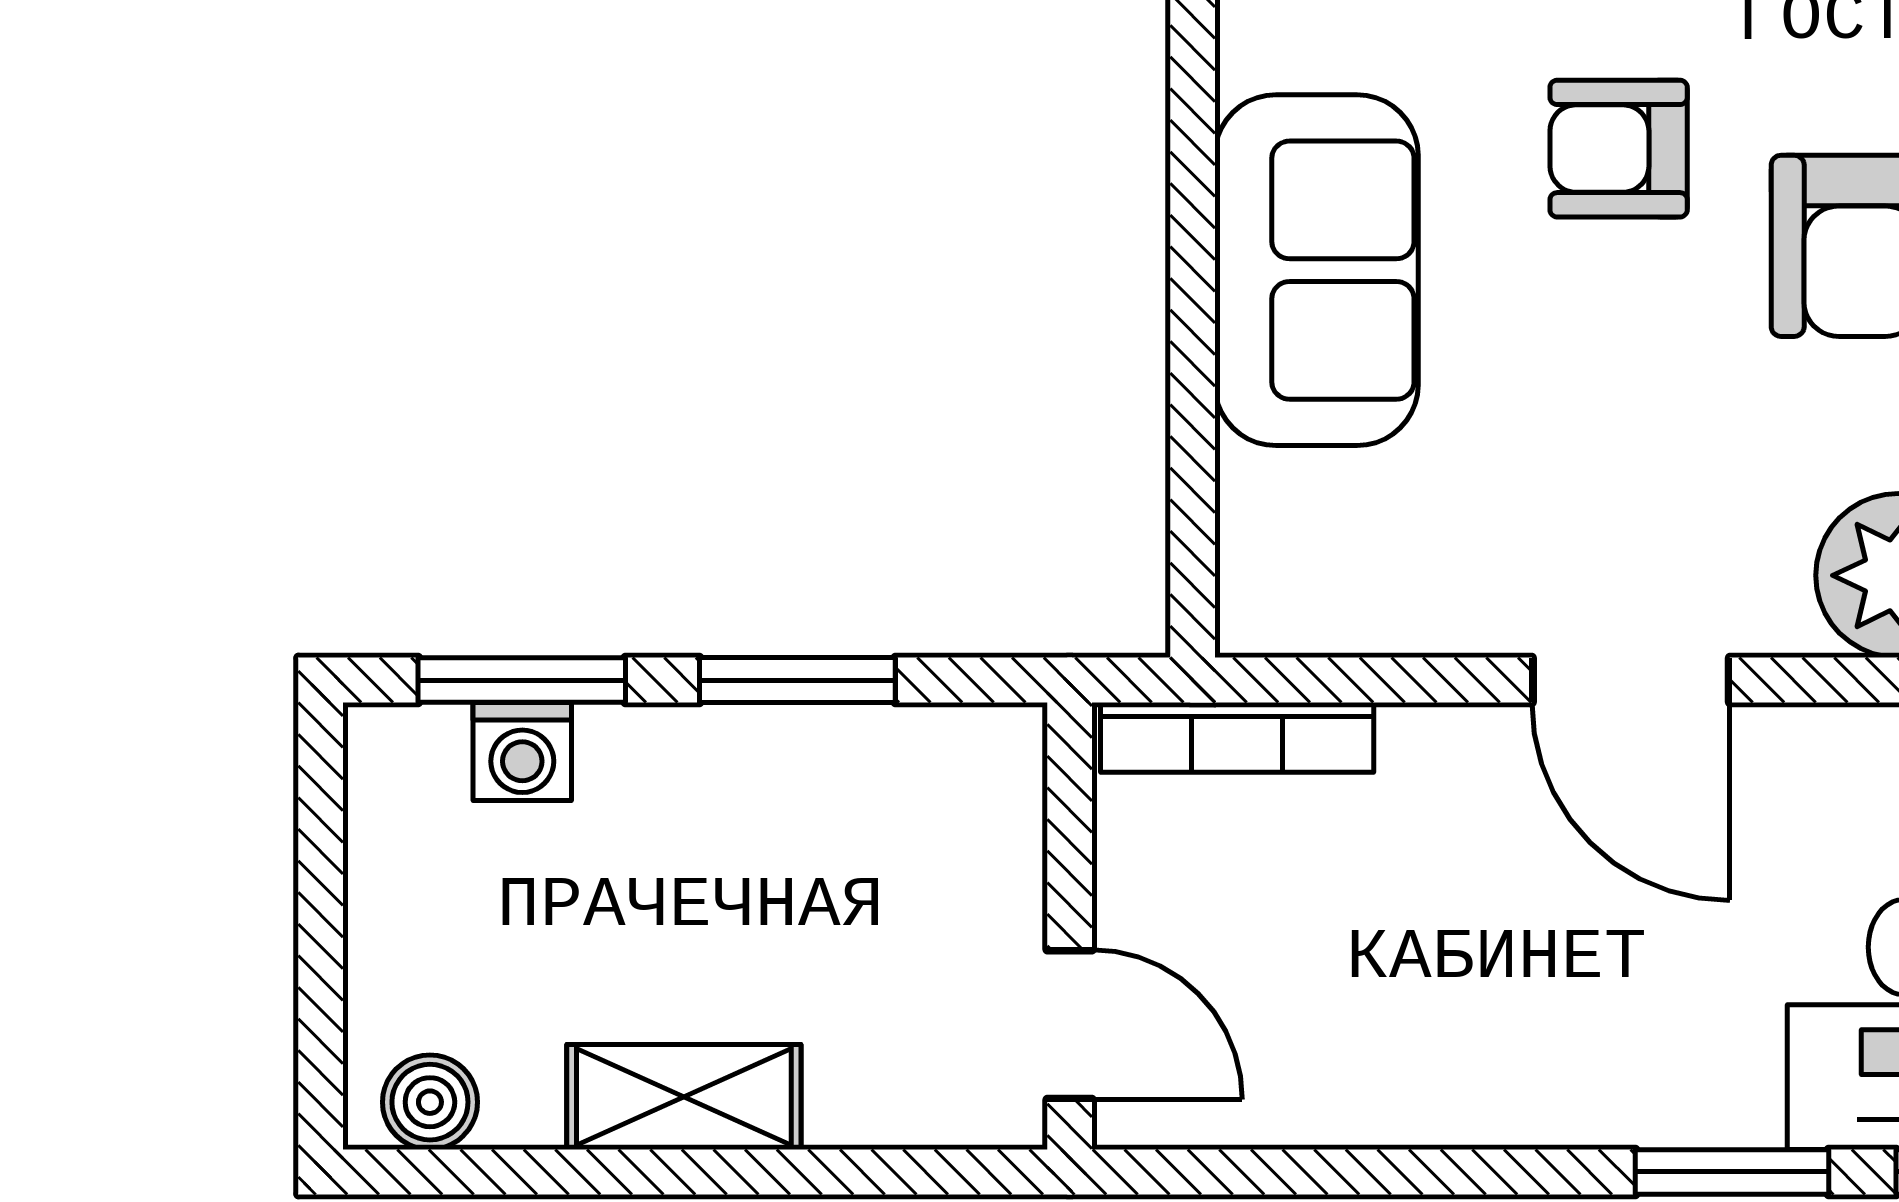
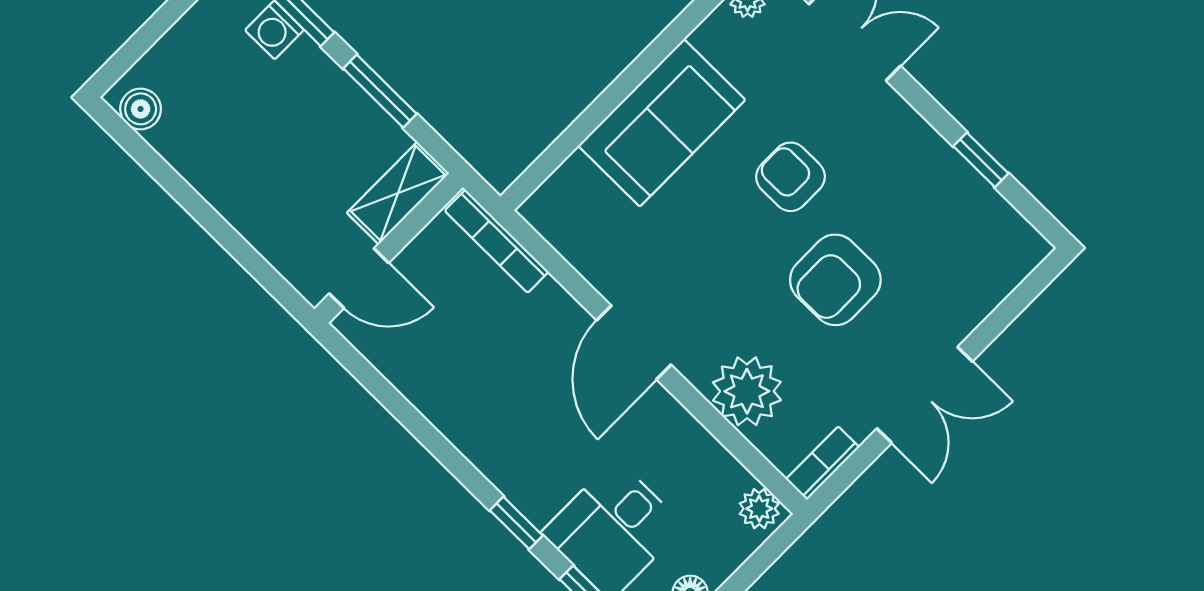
door: (1070, 1025) -> (359, 278), hinge flipped
shelving: (684, 1097) -> (398, 193), moved, turned 90
window: (1732, 1172) -> (516, 523), width x0.67

